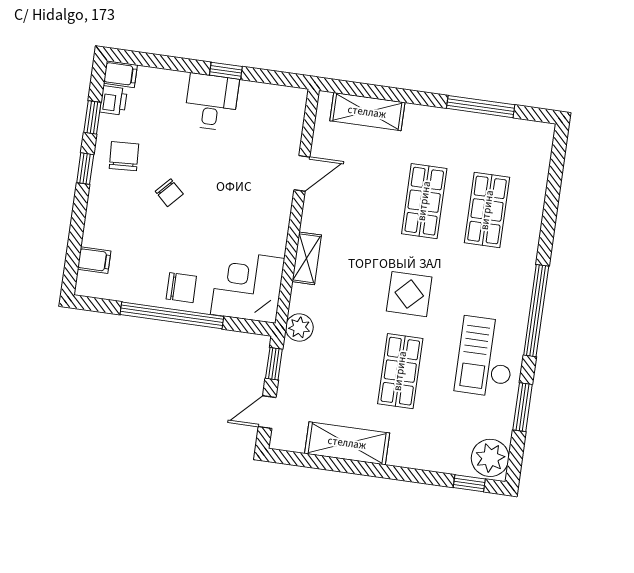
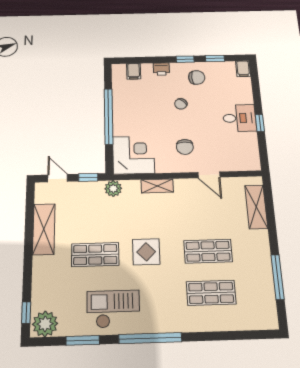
printer: (113, 100) -> (161, 69), moved
chair: (181, 288) -> (185, 147), moved

